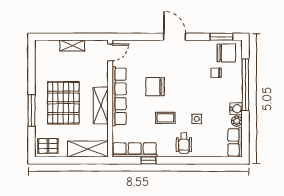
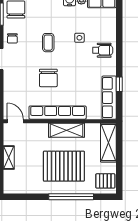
chair: (216, 73) -> (12, 38), moved
window: (32, 110) -> (71, 197), width x1.46
coffee table: (165, 118) -> (48, 43), moved
pallet: (48, 146) -> (105, 181), turned 90

